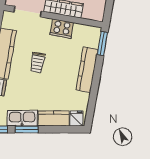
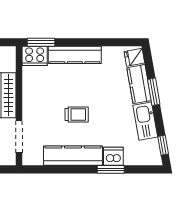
cooker: (62, 29) -> (35, 56), moved, turned 90
window: (27, 129) -> (154, 92), moved

